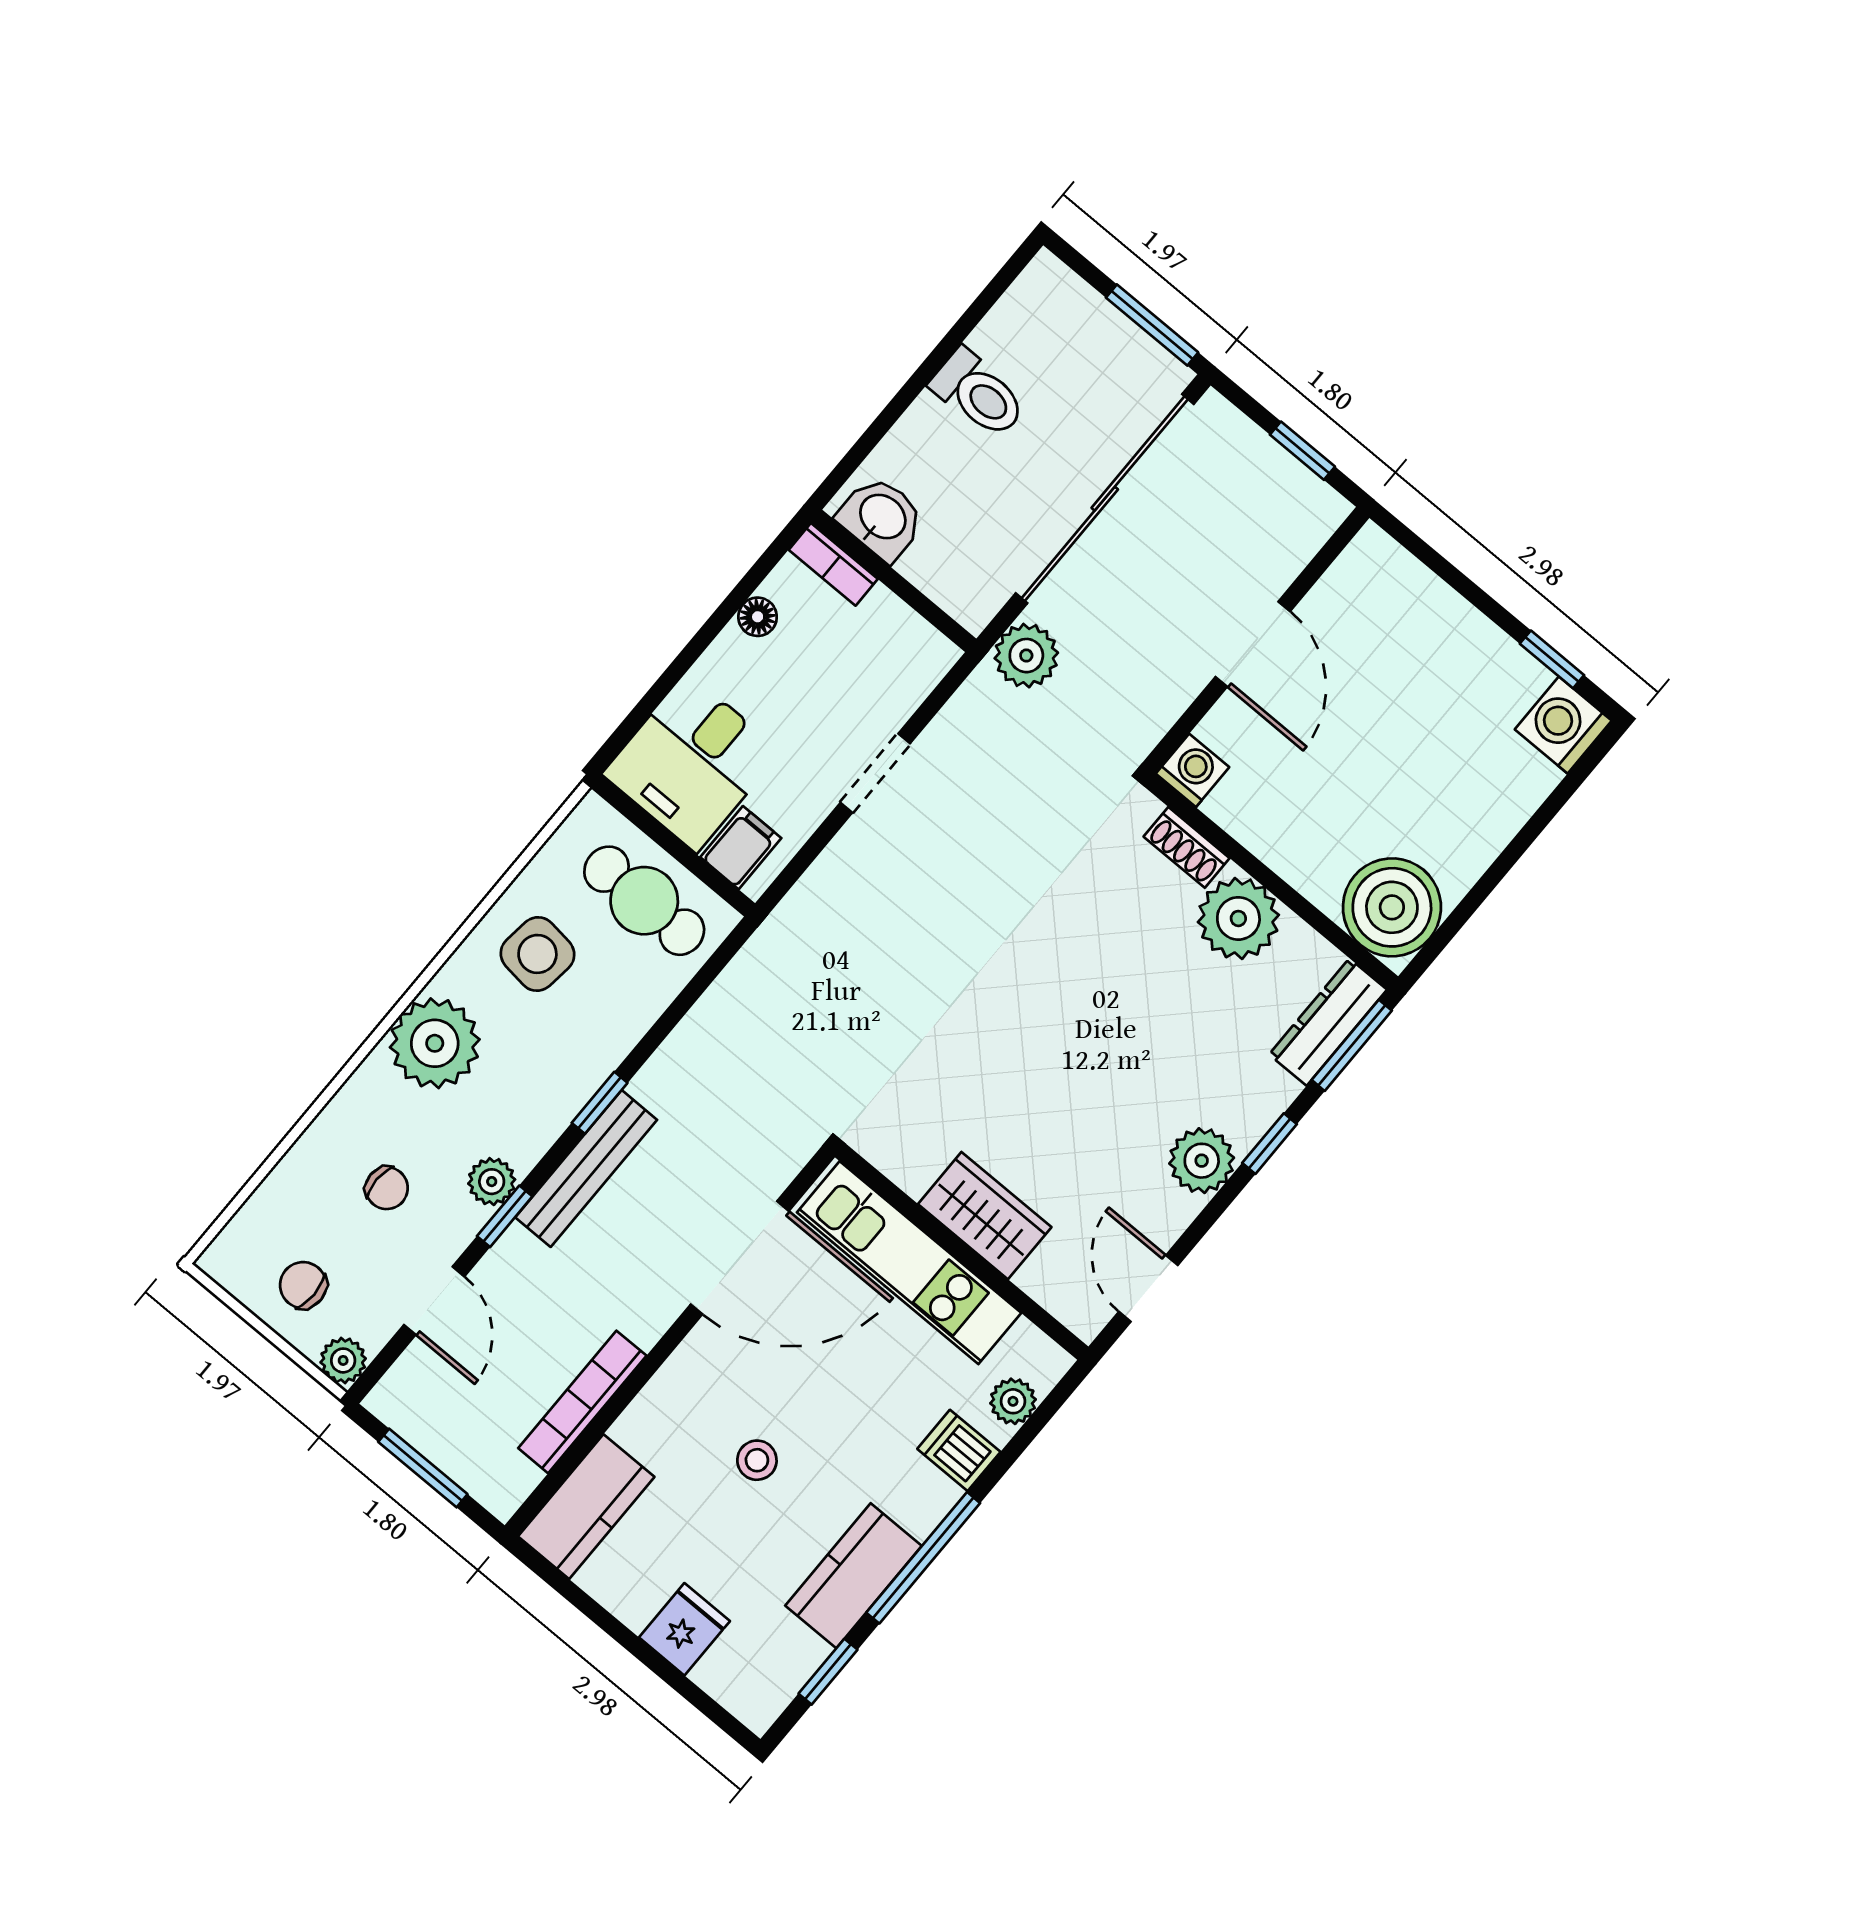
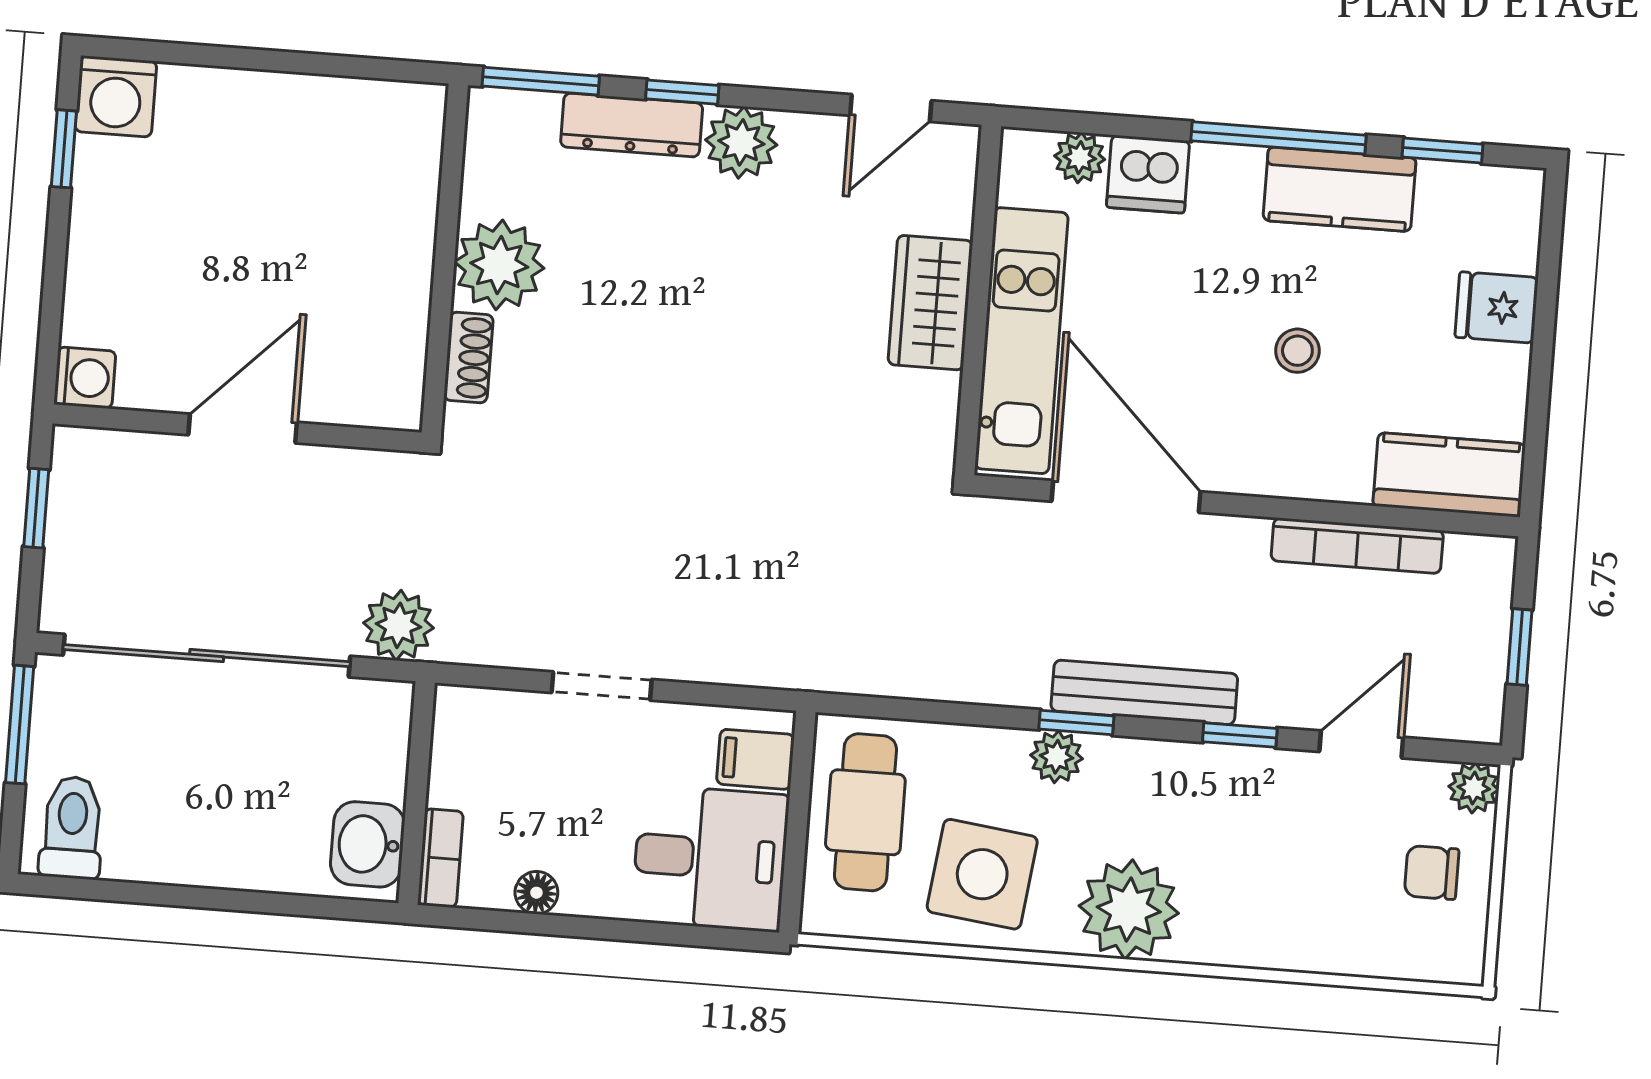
toilet: (979, 394) -> (72, 828), moved
washing machine: (1192, 770) -> (85, 378), moved, turned 180
boiler: (1392, 907) -> (390, 134), removed
side table: (537, 954) -> (982, 874), width x1.37, depth x1.37
dresser: (1328, 1022) -> (632, 125), moved
plant: (492, 1182) -> (1057, 757), moved
chair: (387, 1188) -> (1290, 860), removed
chair: (303, 1285) -> (1432, 873), turned 90
dishwasher: (959, 1450) -> (1148, 174), width x1.38
window: (423, 1468) -> (1519, 647), width x0.67

